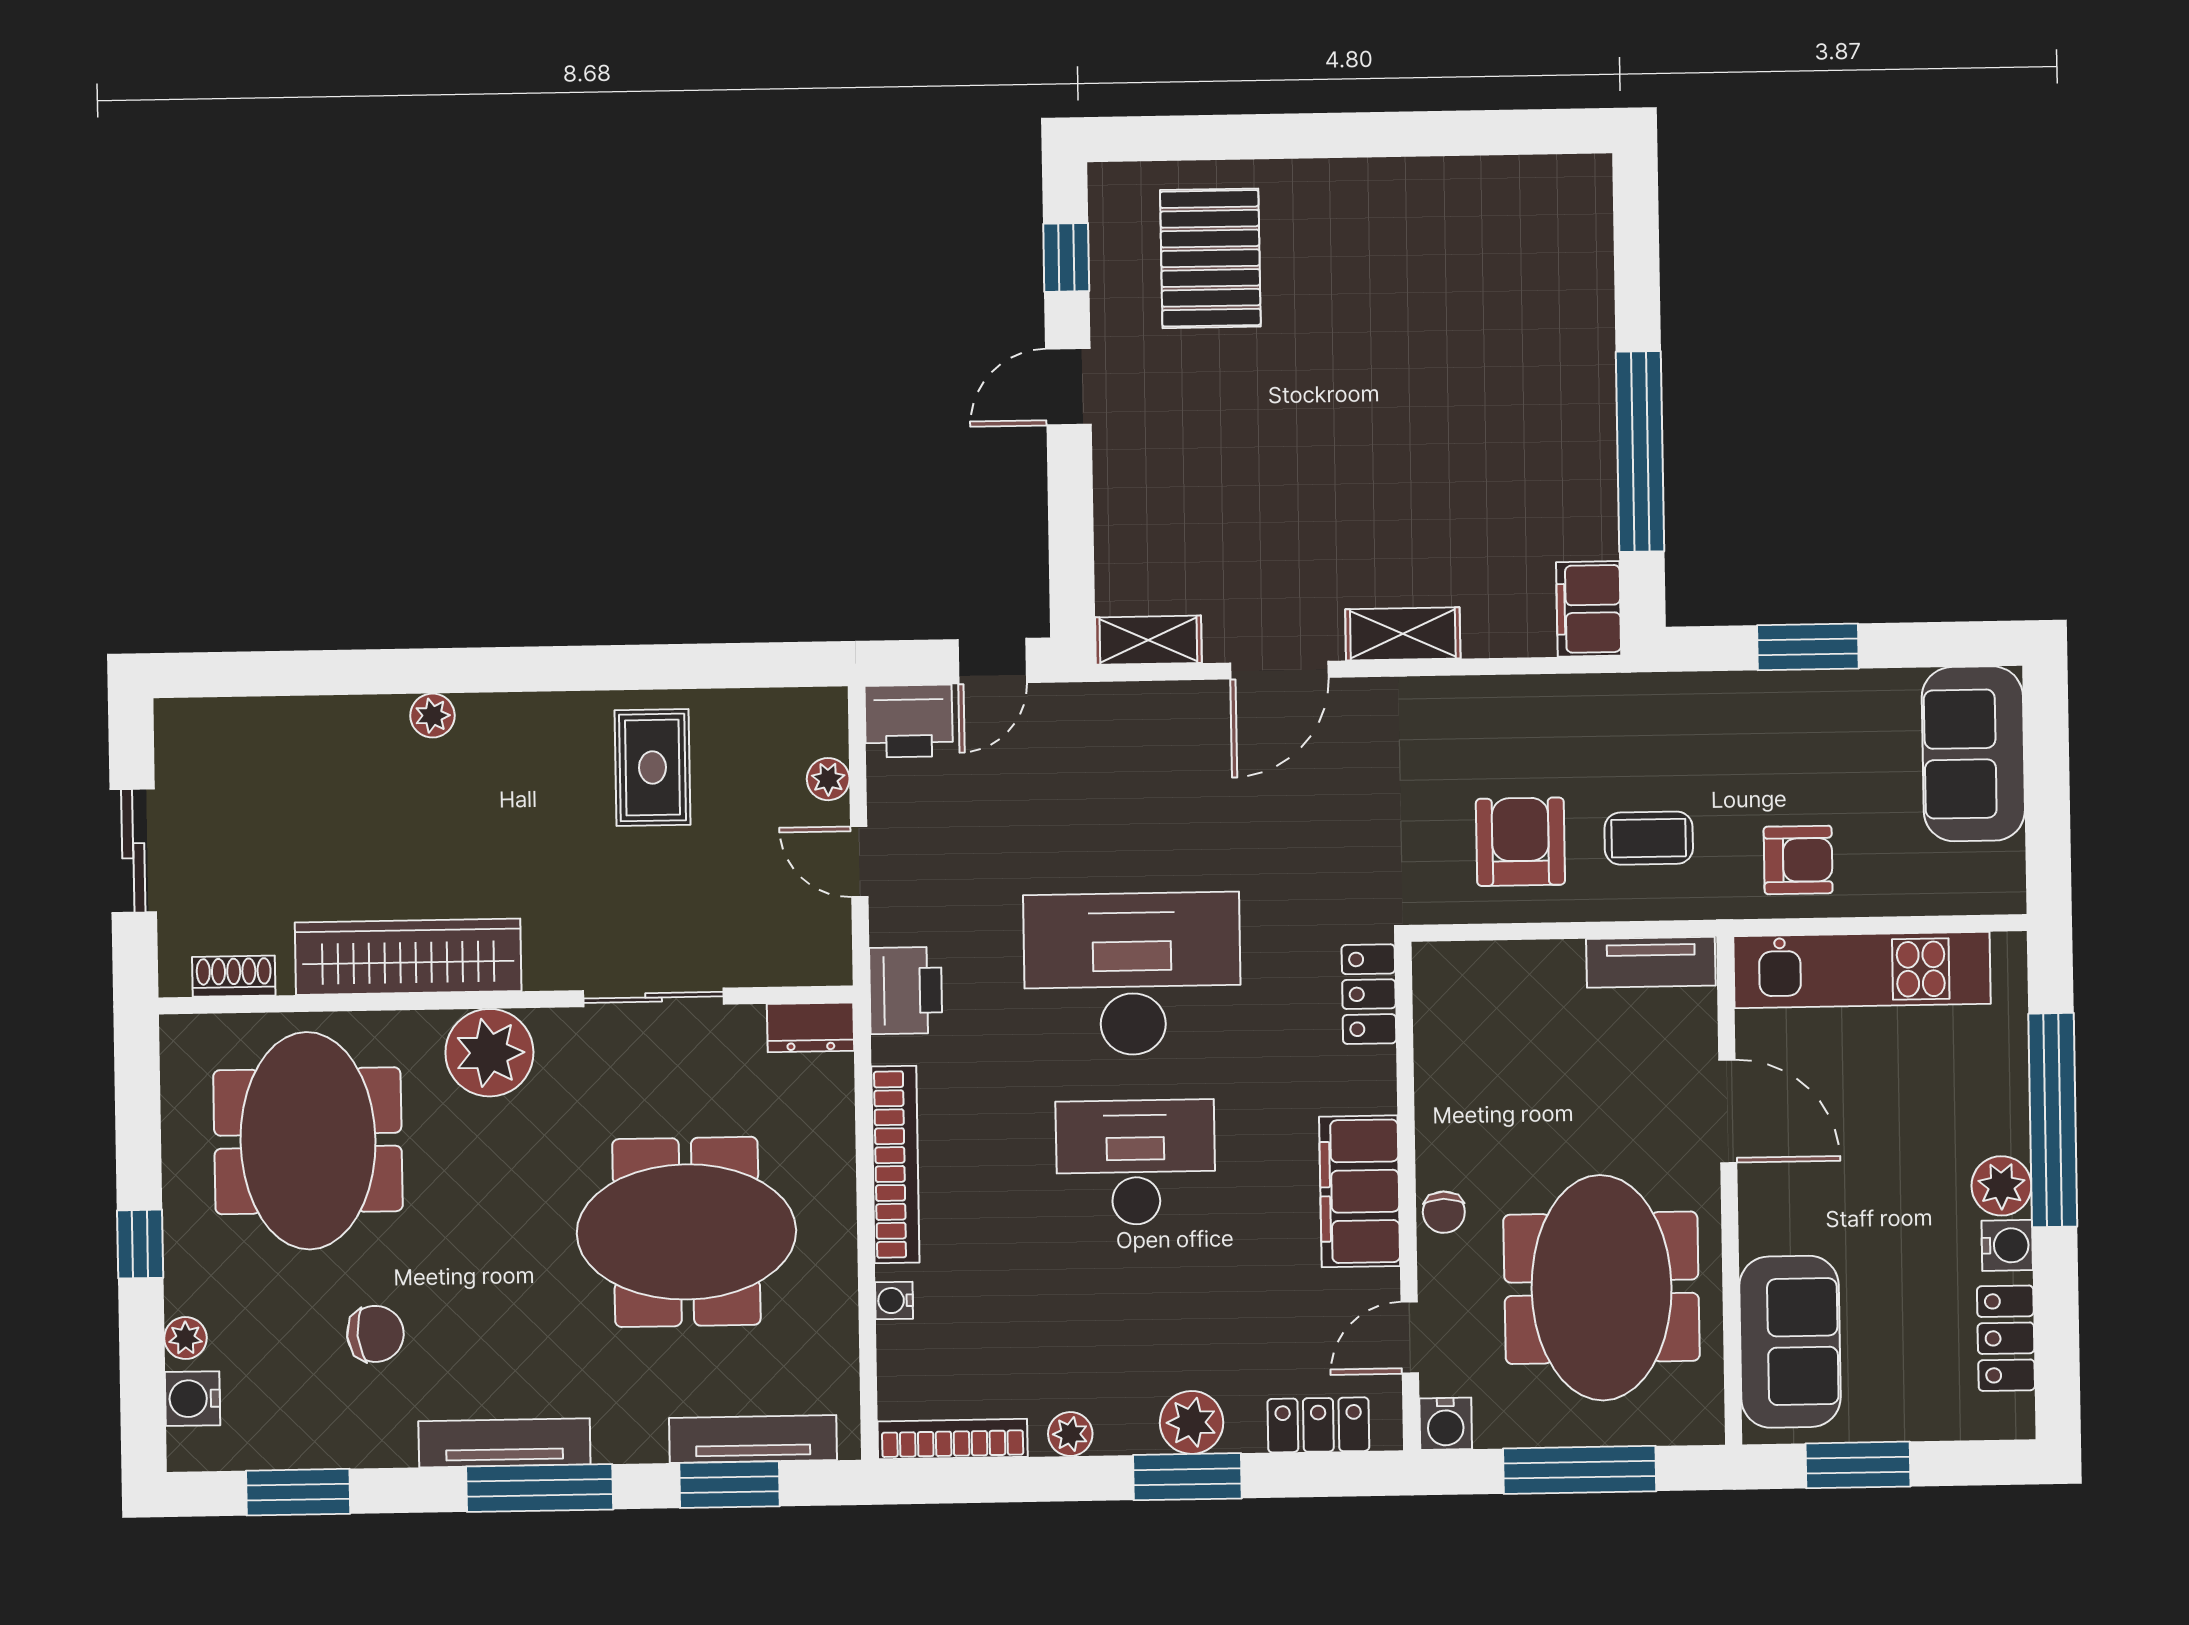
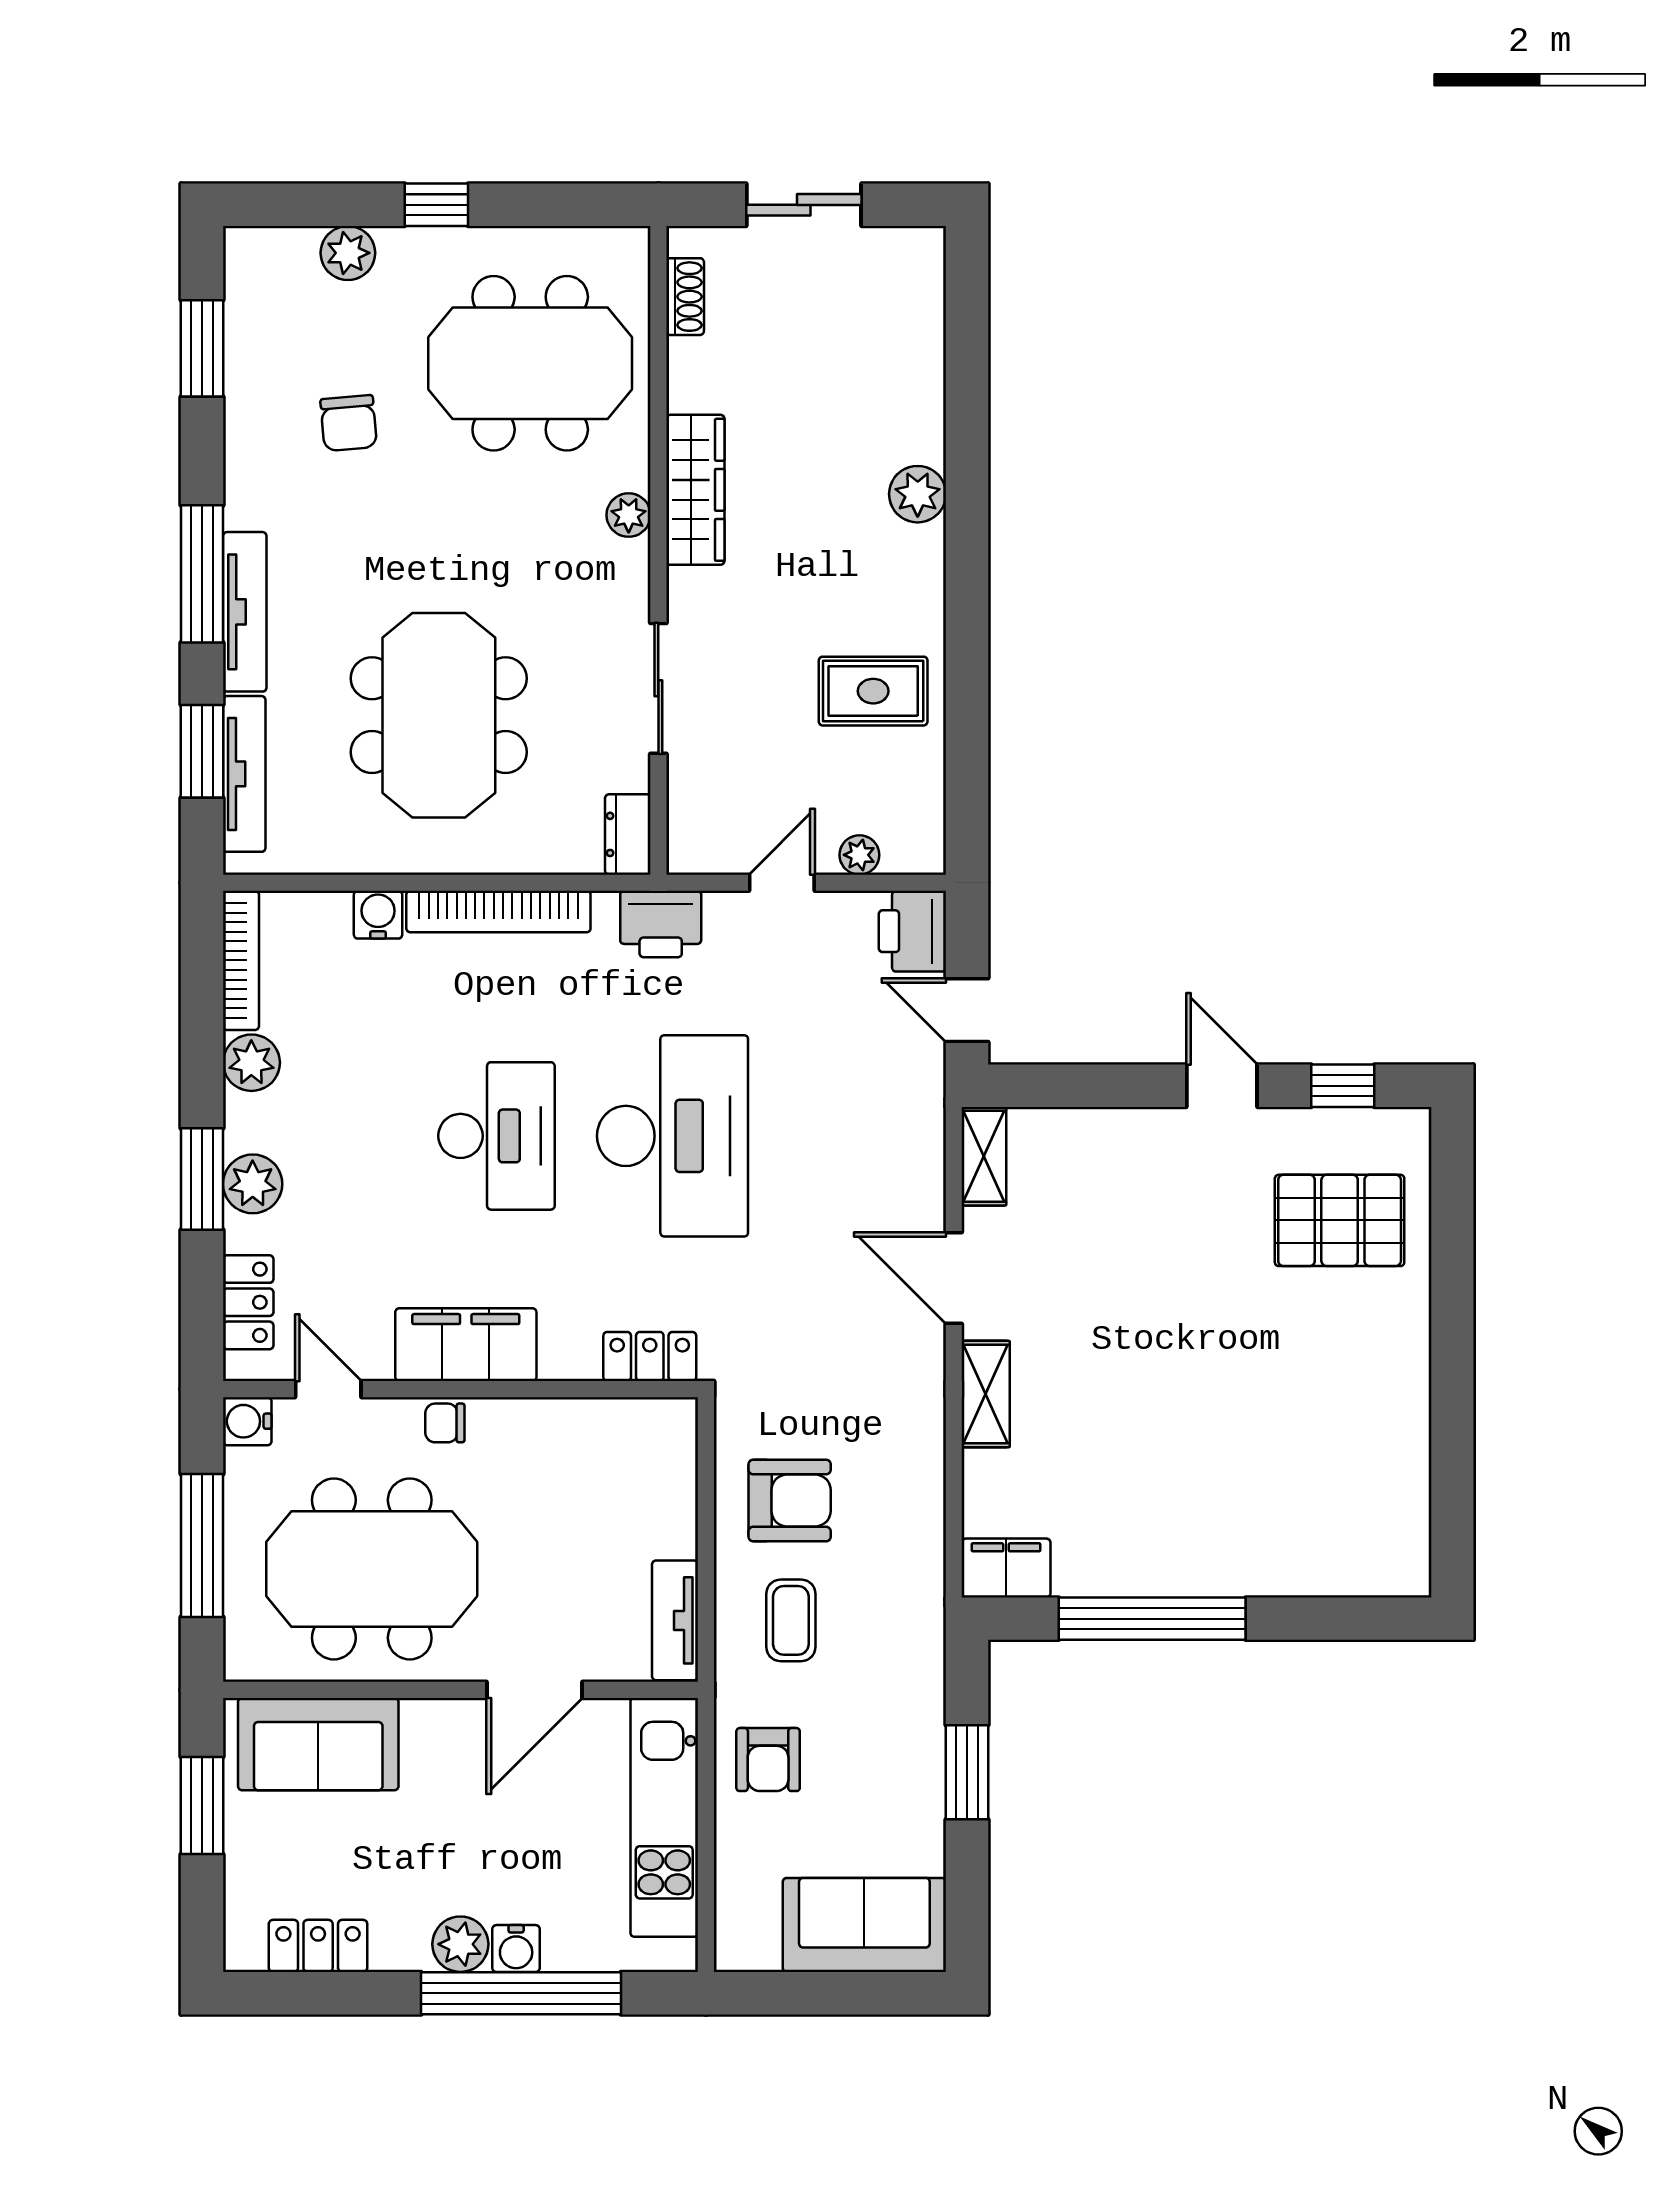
plant: (432, 716) -> (918, 494), width x1.38, depth x1.38
wardrobe: (408, 957) -> (695, 490), width x0.71, depth x0.85
plant: (489, 1053) -> (629, 515), width x0.53, depth x0.53
water cooler: (2007, 1245) -> (516, 1949), moved
water cooler: (894, 1300) -> (378, 915), width x1.38, depth x1.38
plant: (185, 1338) -> (348, 253), width x1.38, depth x1.38
water cooler: (193, 1399) -> (291, 251), removed
plant: (1070, 1434) -> (251, 1063), width x1.38, depth x1.38
tv unit: (504, 1443) -> (245, 612), moved

